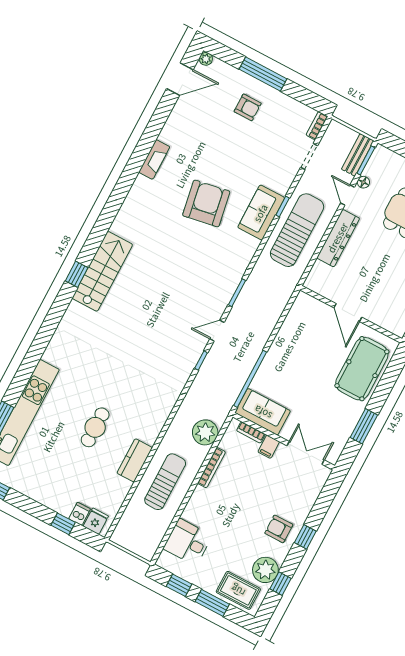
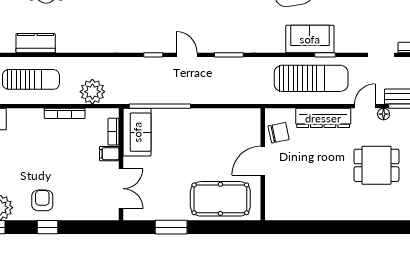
chair: (330, 285) -> (279, 133), added

